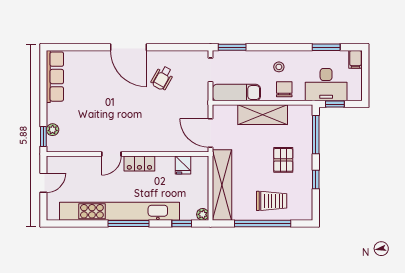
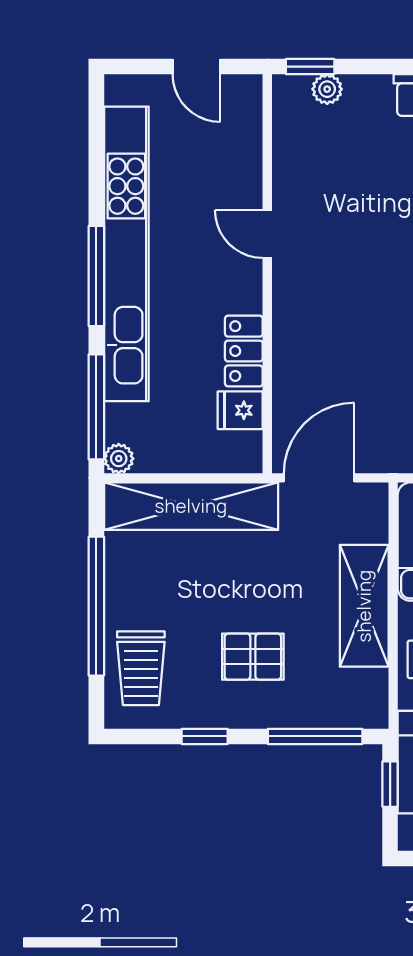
locker: (139, 164) -> (244, 351), moved
trolley: (272, 201) -> (141, 668), moved
window: (182, 223) -> (96, 407), width x2.17

